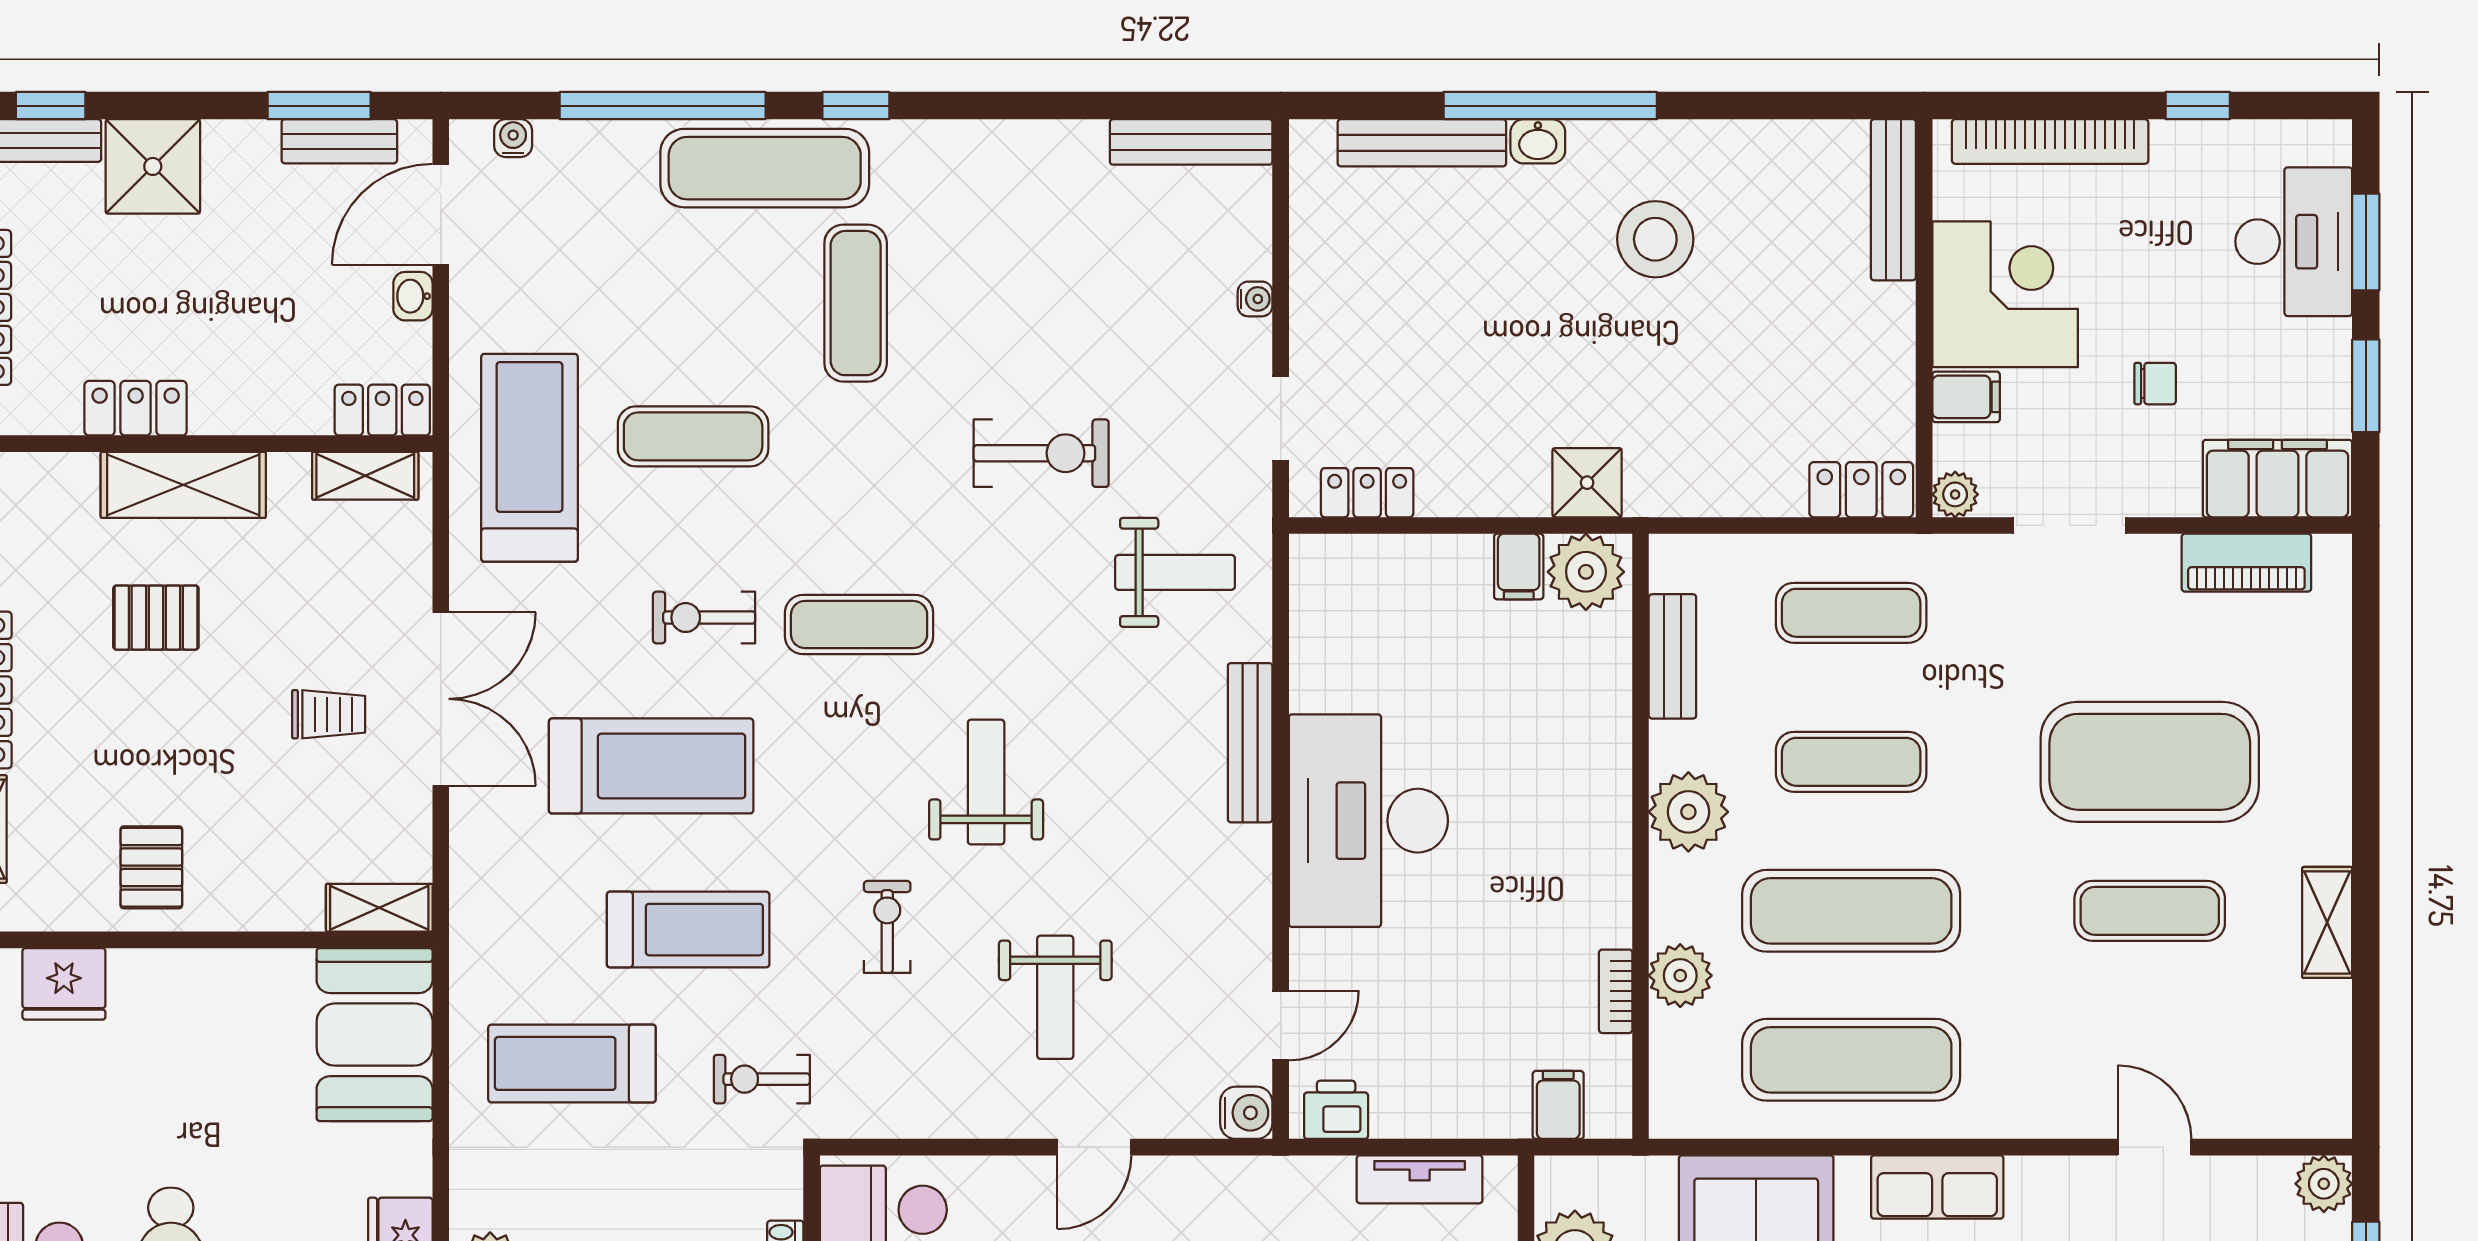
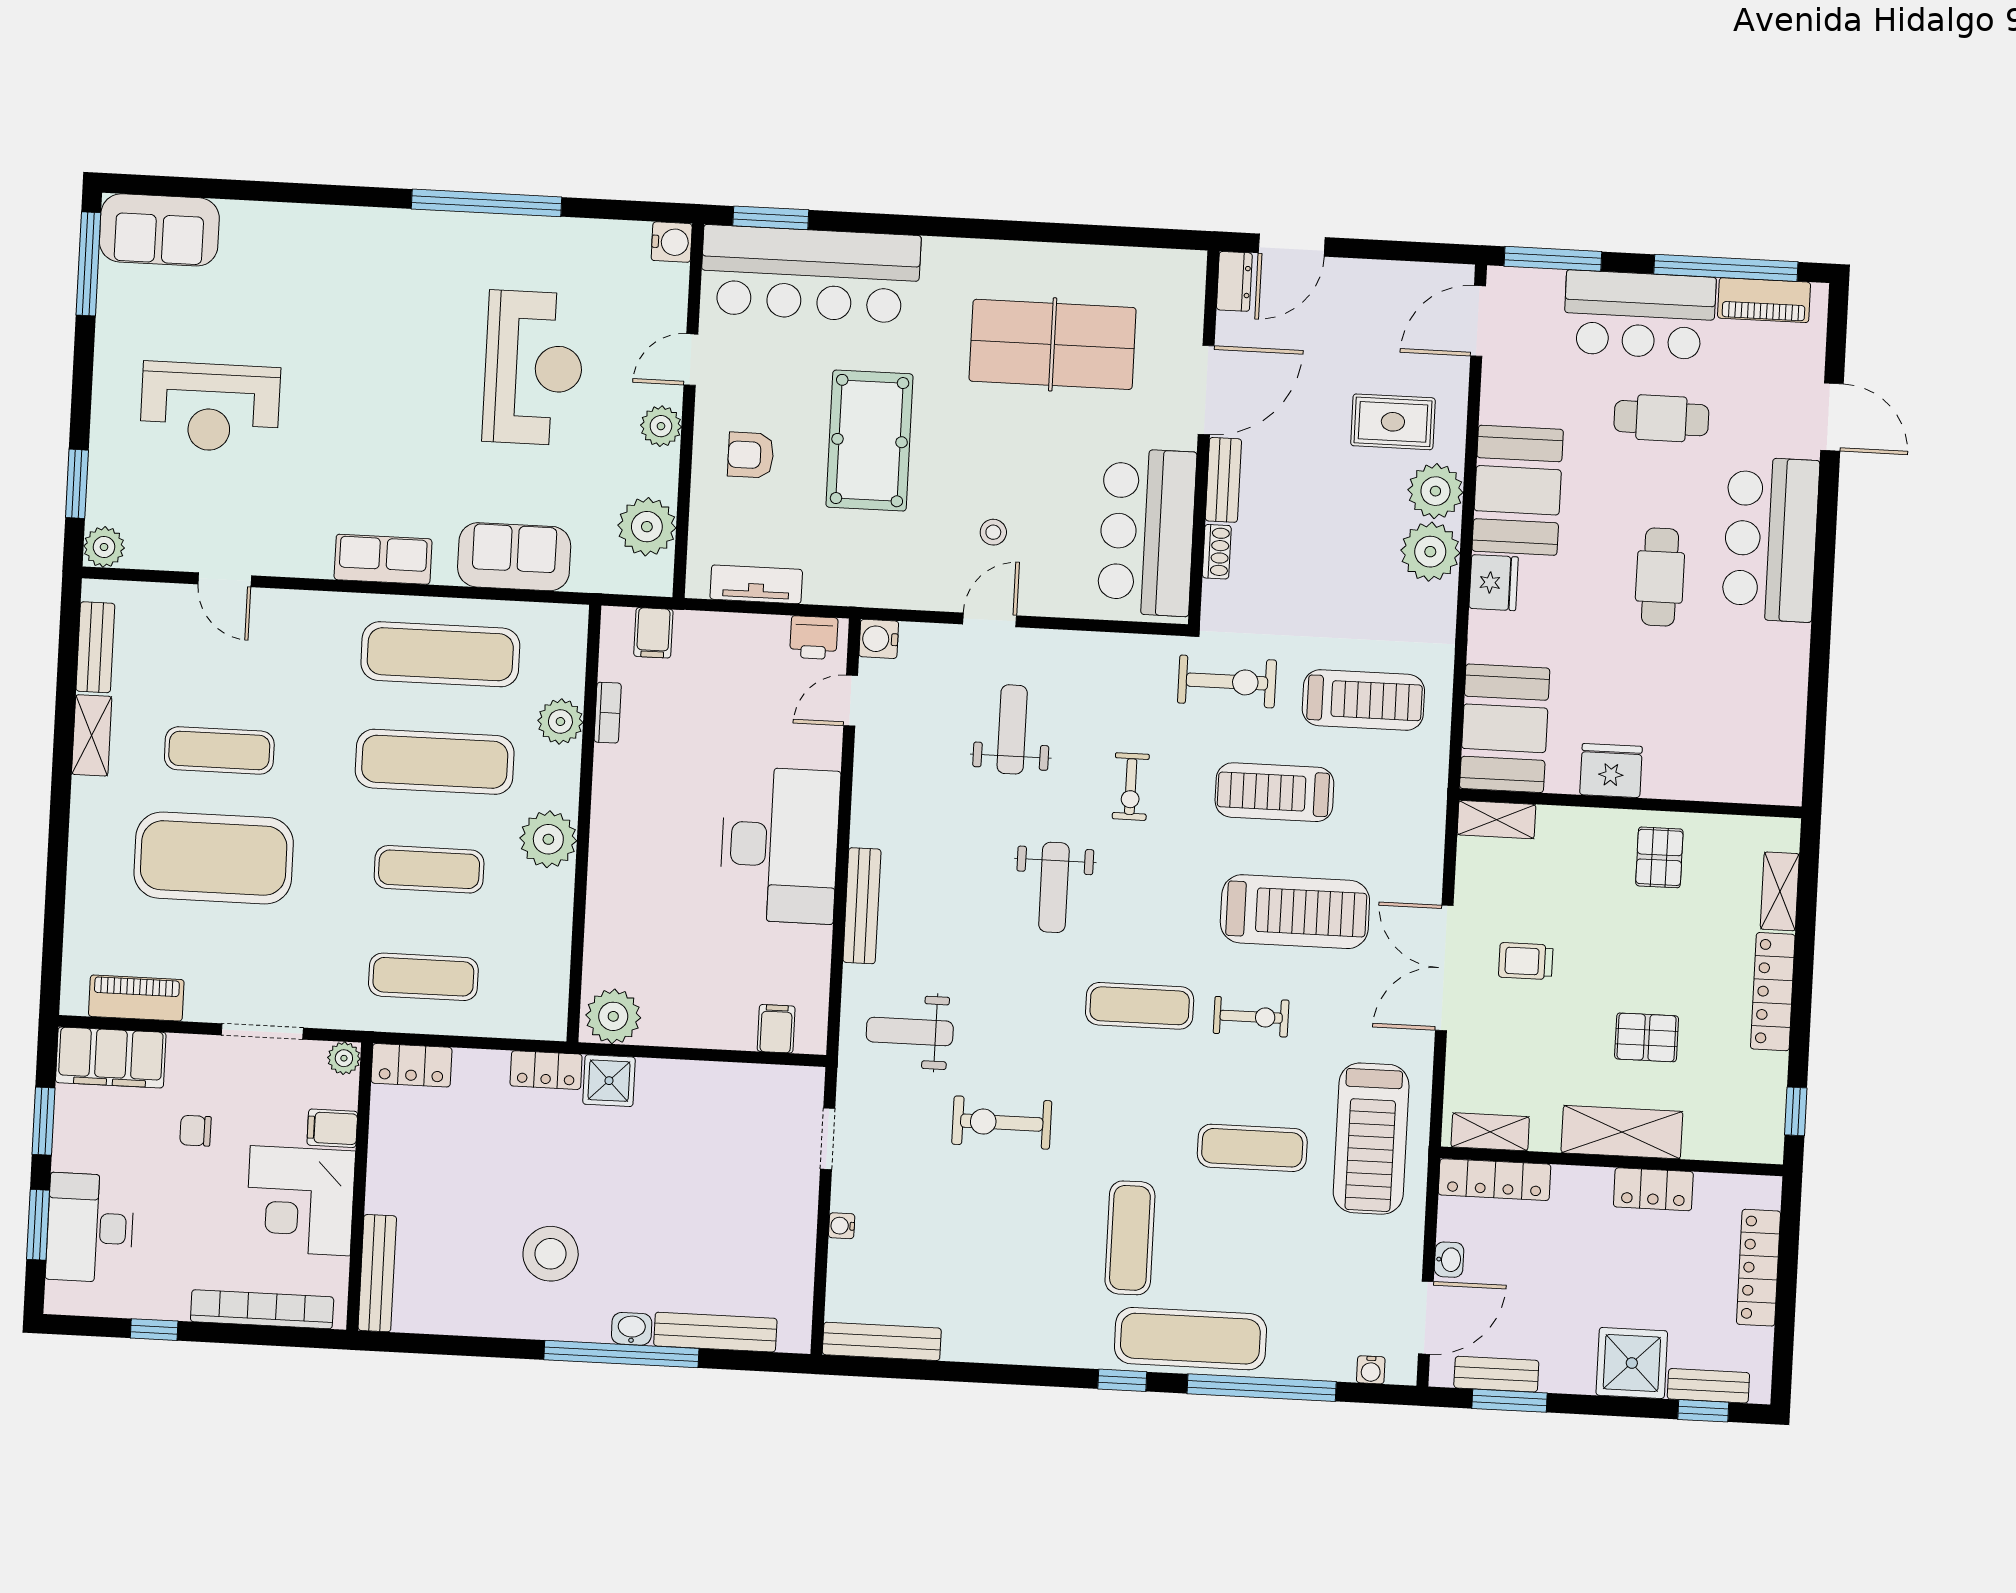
locker: (382, 410) -> (1495, 1180), width x1.53
locker: (1367, 493) -> (546, 1070), moved
filing cabinet: (1519, 567) -> (776, 1029), moved
bench: (1672, 656) -> (95, 647), moved
treadmill: (651, 766) -> (1295, 912), turned 180
fridge: (64, 984) -> (1611, 771), moved
exercise bike: (762, 1079) -> (1227, 682), width x1.38, depth x1.39

